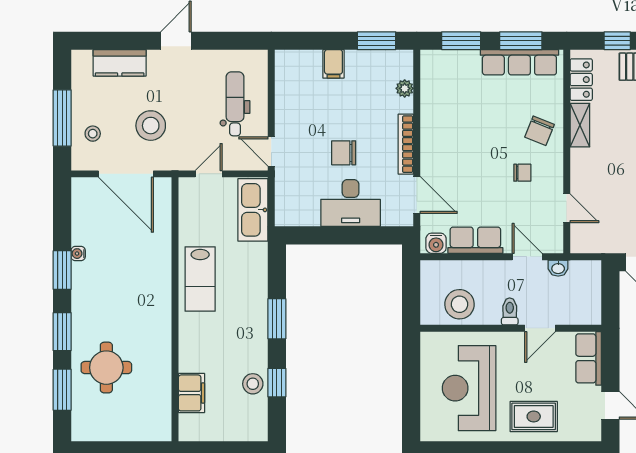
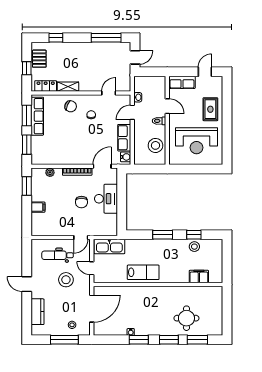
stool: (151, 126) -> (66, 280), moved

